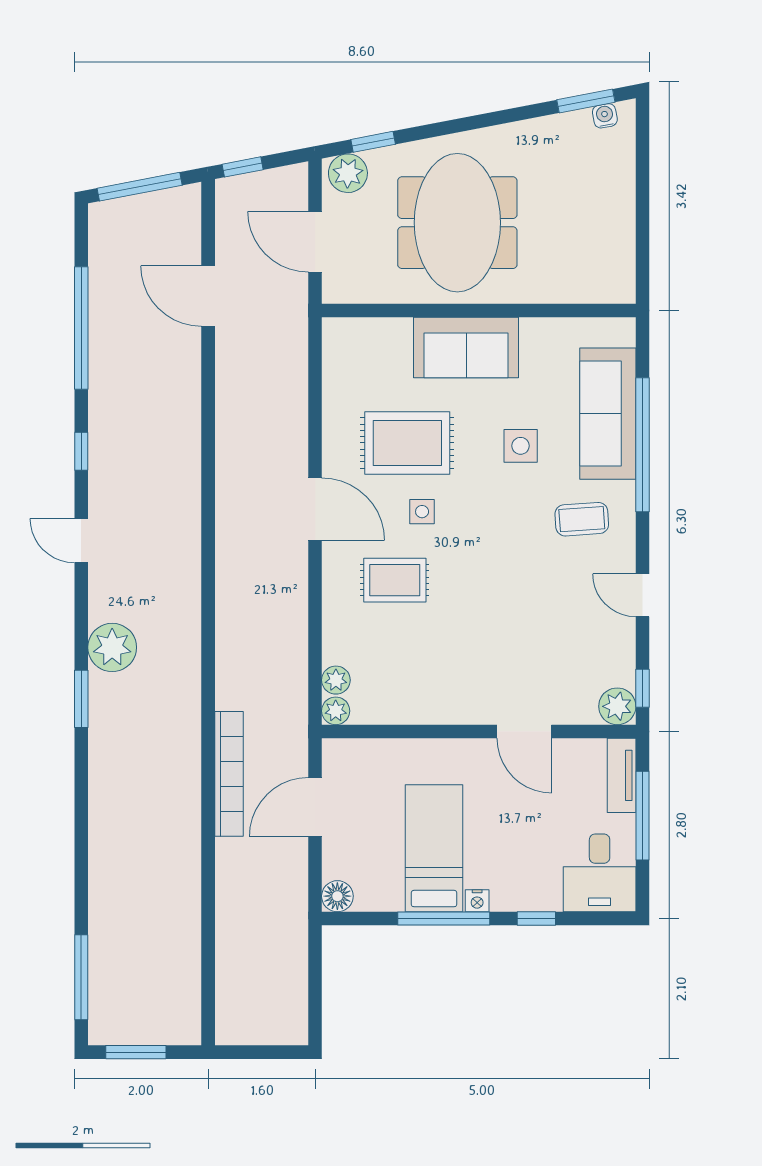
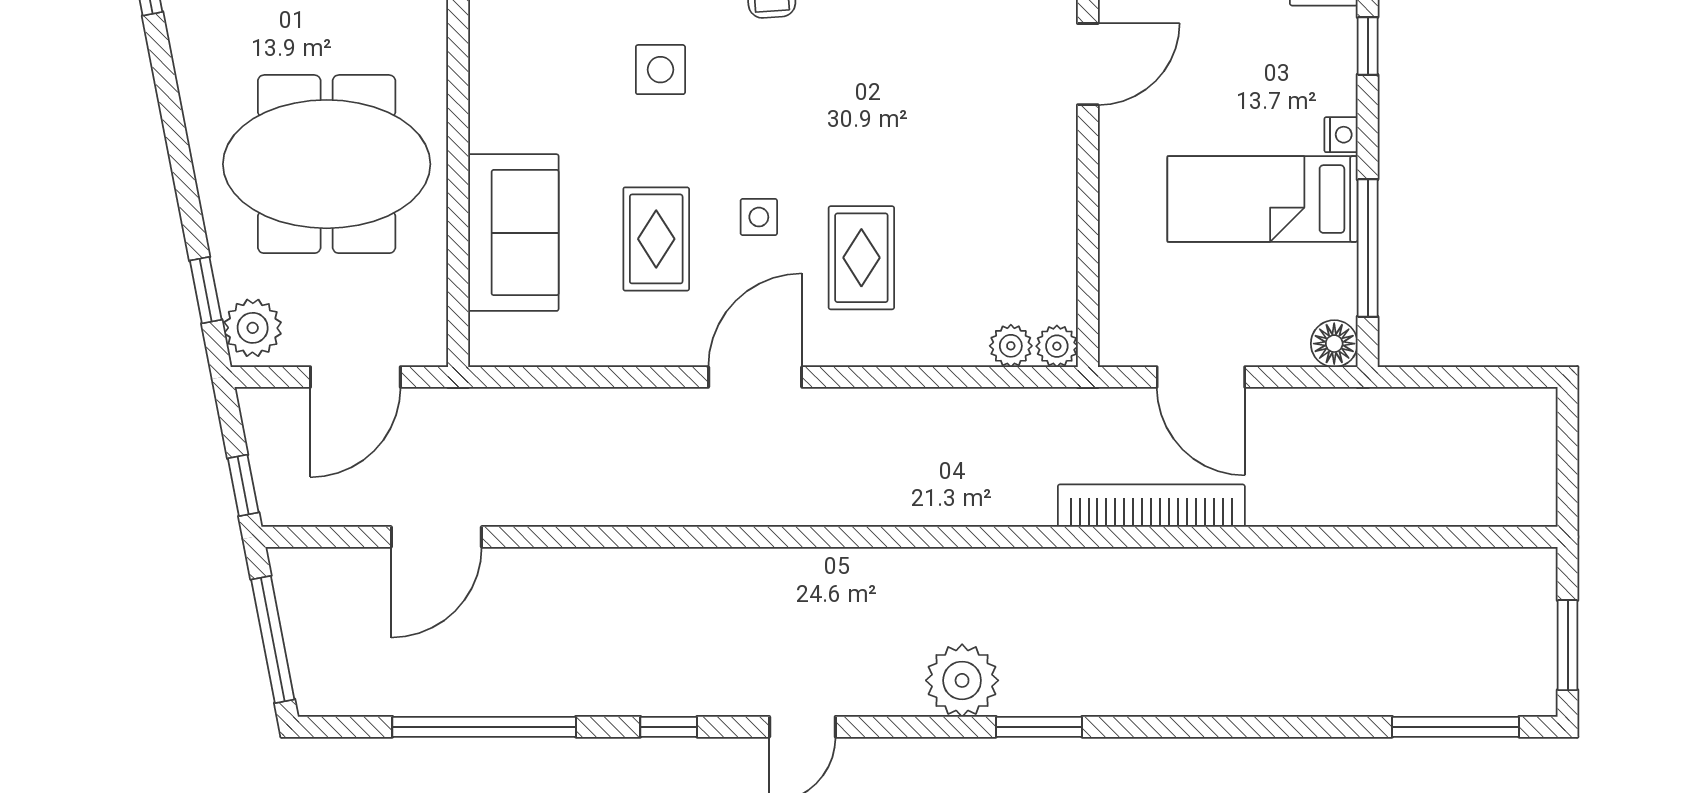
sofa: (466, 348) -> (513, 233), moved
rug: (407, 443) -> (656, 239), width x0.73, depth x0.70
window: (444, 919) -> (1368, 248), moved

